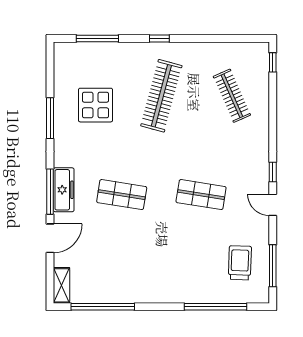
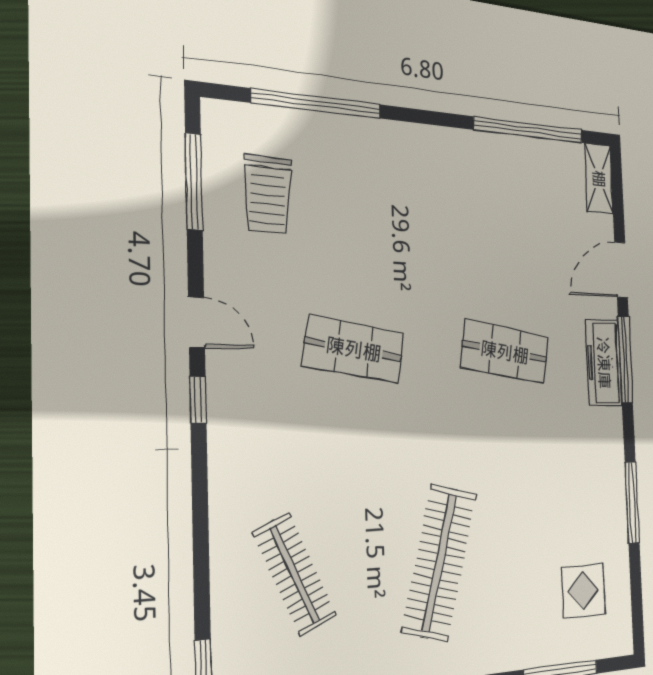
display table: (95, 105) -> (583, 591), moved, width x0.73, depth x0.73

